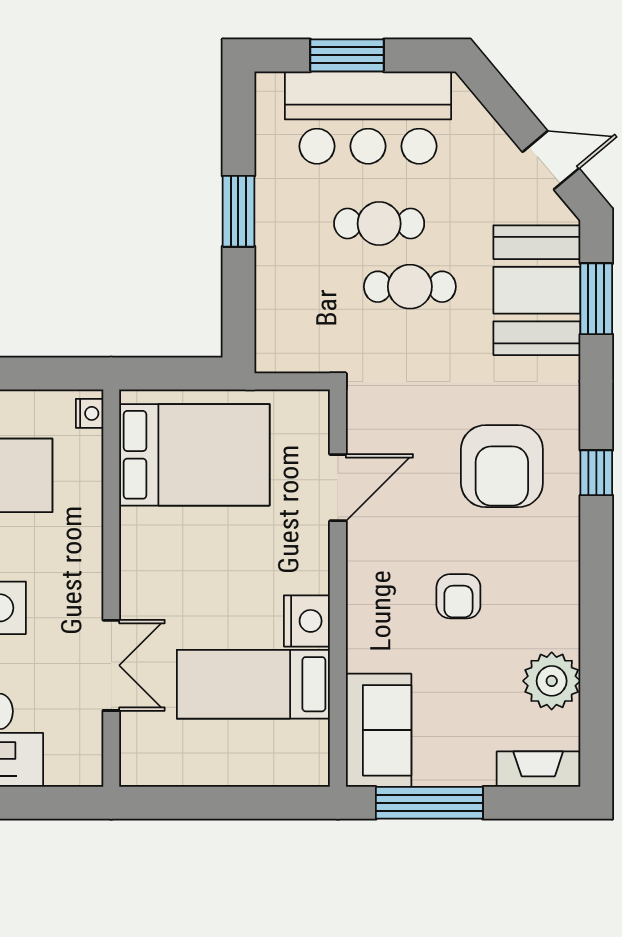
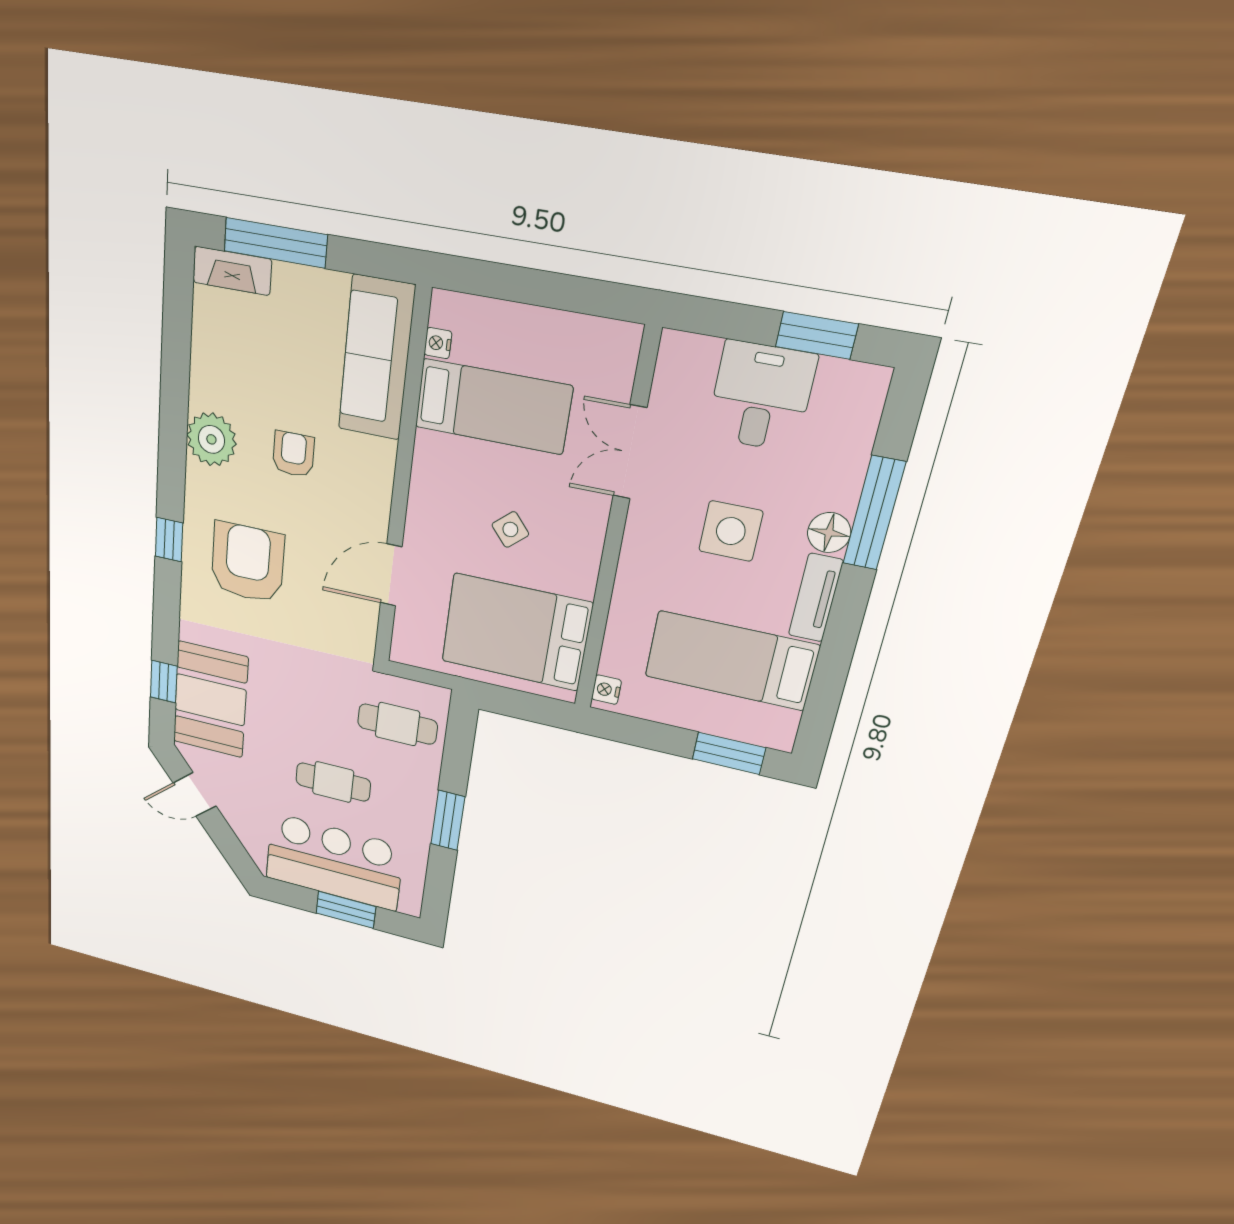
cafe table: (410, 287) -> (397, 724), moved
window: (596, 299) -> (164, 682), width x0.67
side table: (217, 564) -> (510, 529), added
nightstand: (307, 621) -> (438, 343), moved, width x0.53, depth x0.56
plant: (552, 681) -> (211, 439), moved
sofa: (379, 730) -> (376, 358), width x1.36
window: (429, 803) -> (275, 243), moved

